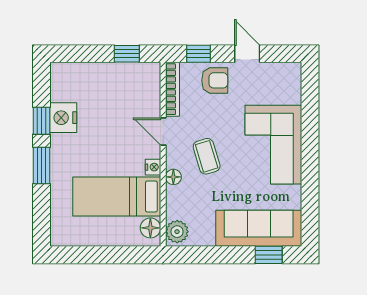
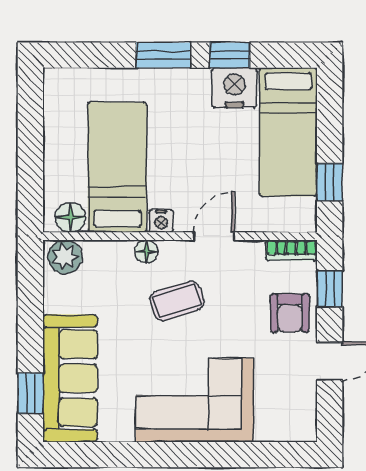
bed: (93, 82) -> (288, 132), added
bookcase: (173, 89) -> (291, 250), width x0.64

